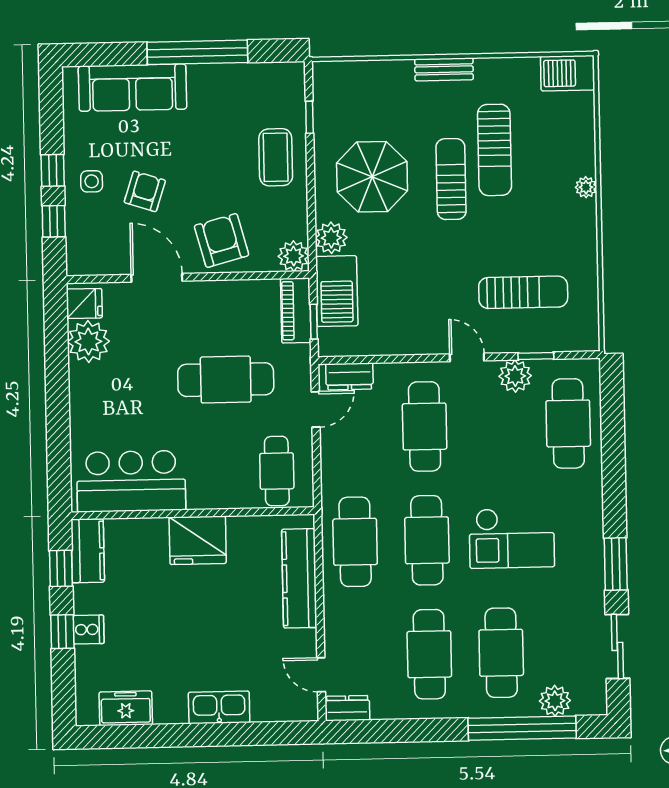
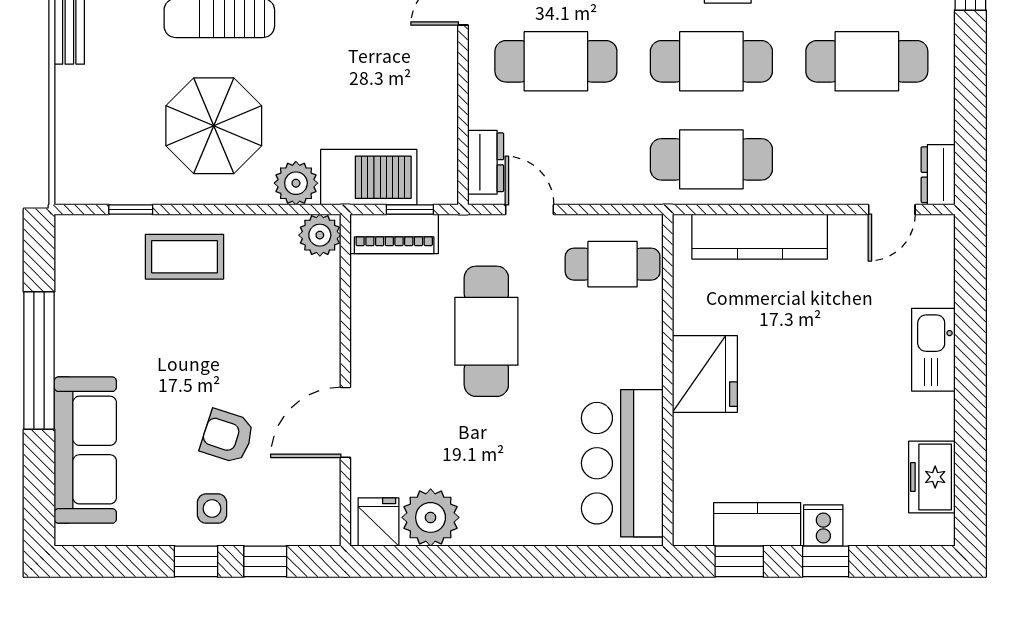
armchair: (222, 240) -> (296, 333), removed
kitchen counter: (88, 551) -> (757, 524), moved

